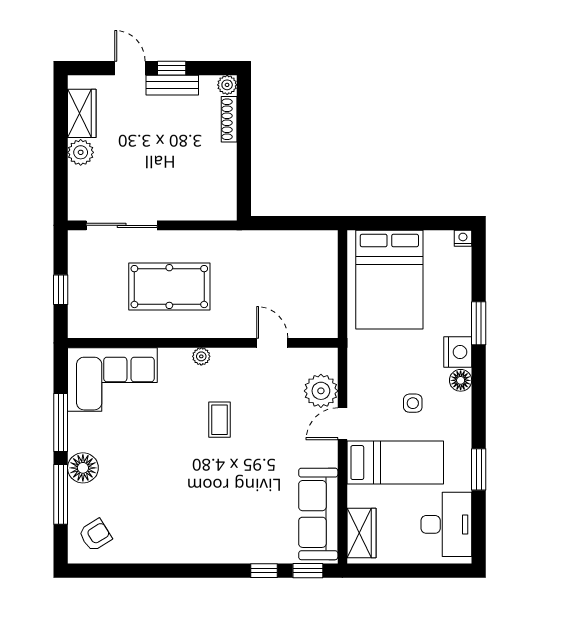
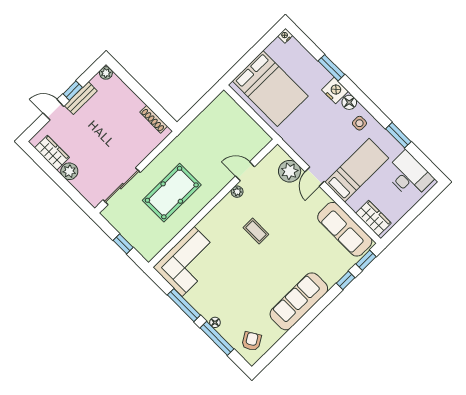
shoe rack: (229, 119) -> (154, 119), moved
plant: (201, 356) -> (237, 192), moved
side table: (413, 403) -> (359, 123), moved
floor lamp: (83, 468) -> (215, 322), width x0.53, depth x0.53
sofa: (190, 543) -> (299, 301), added

